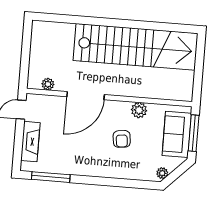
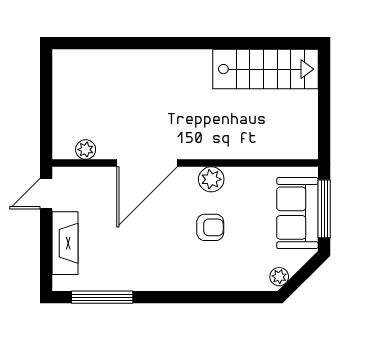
stairs: (135, 47) -> (265, 69), width x0.54, depth x0.66
plant: (139, 110) -> (211, 179), moved
armchair: (122, 139) -> (210, 227), turned -83

